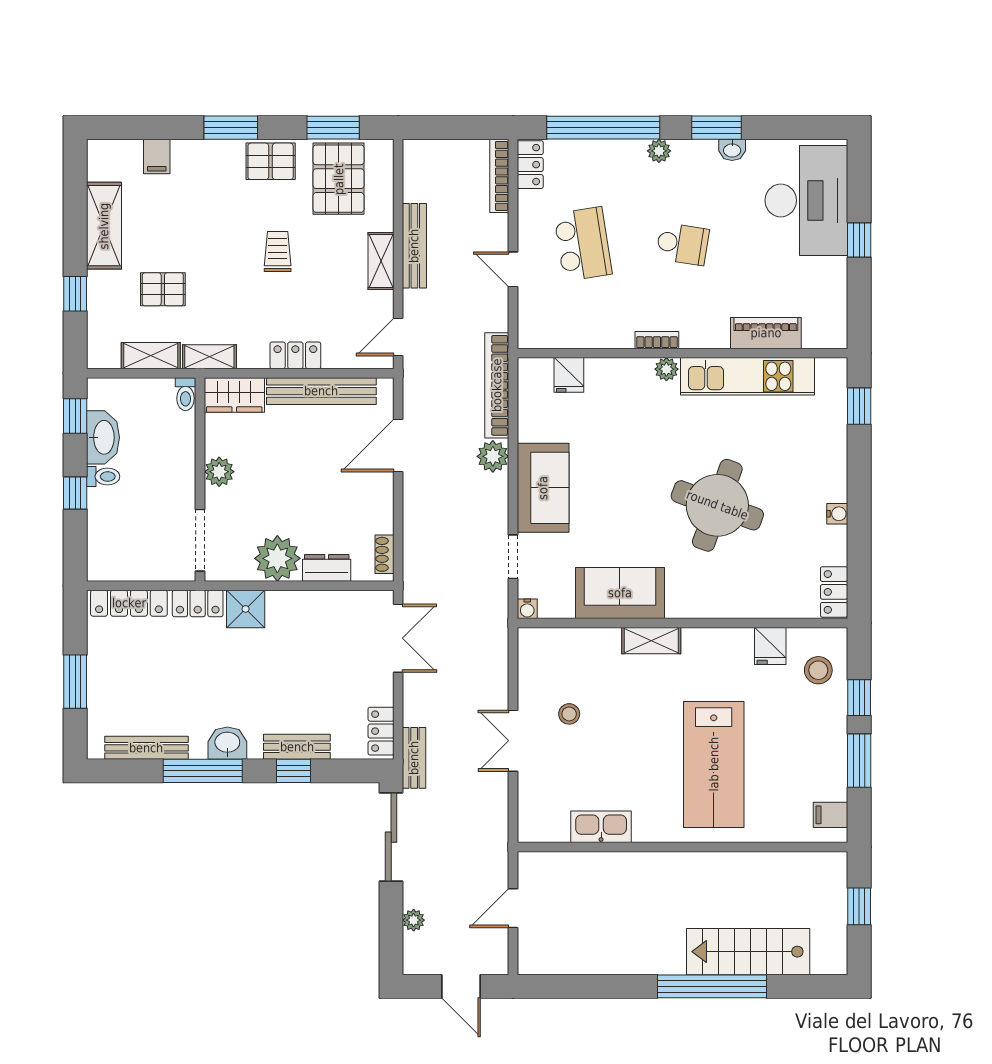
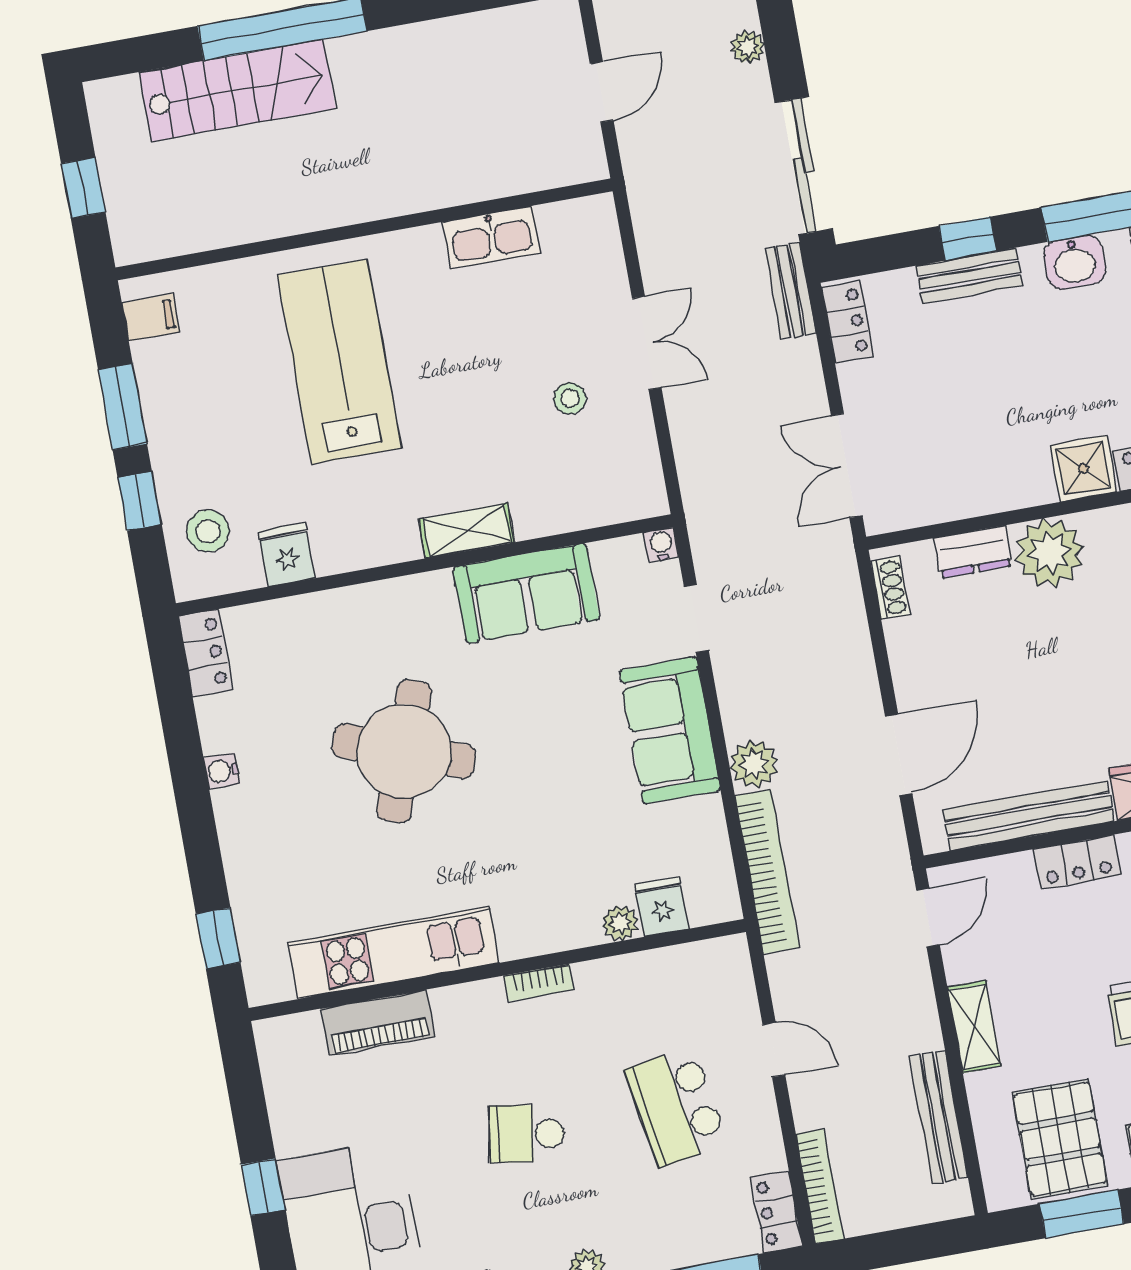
bench: (414, 246) -> (939, 1117), moved
plant: (666, 369) -> (620, 923), moved

